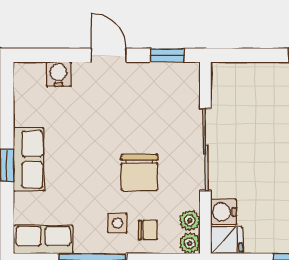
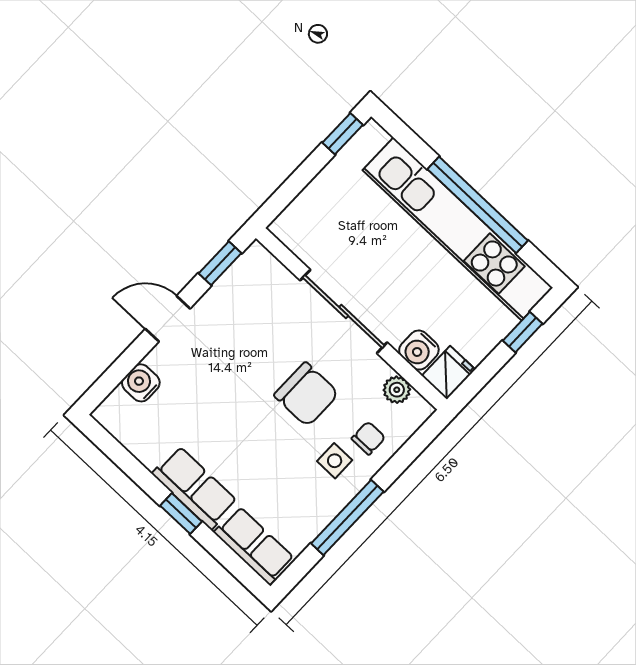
row of seats: (43, 239) -> (254, 545), moved, turned 90
plant: (190, 243) -> (418, 410), removed

